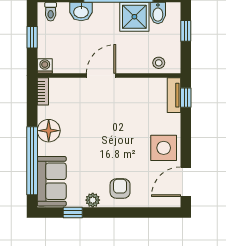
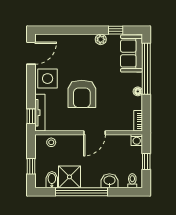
tv unit: (174, 95) -> (40, 113), width x1.41
floor lamp: (49, 131) -> (138, 91), width x0.53, depth x0.53
armchair: (120, 188) -> (82, 94), moved, width x1.88, depth x1.88

